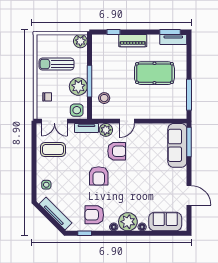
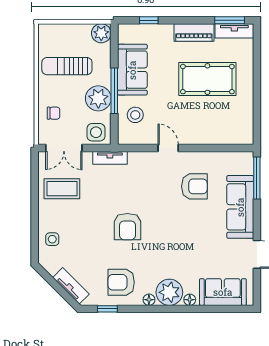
piano: (133, 41) -> (194, 32), moved
sofa: (102, 66) -> (132, 70), added
window: (189, 95) -> (257, 110), removed
door: (127, 121) -> (168, 148), swing flipped
plant: (106, 130) -> (138, 161), removed
sofa: (177, 145) -> (240, 207), moved
armchair: (117, 151) -> (194, 186), moved
tv unit: (56, 213) -> (71, 286), width x0.71

